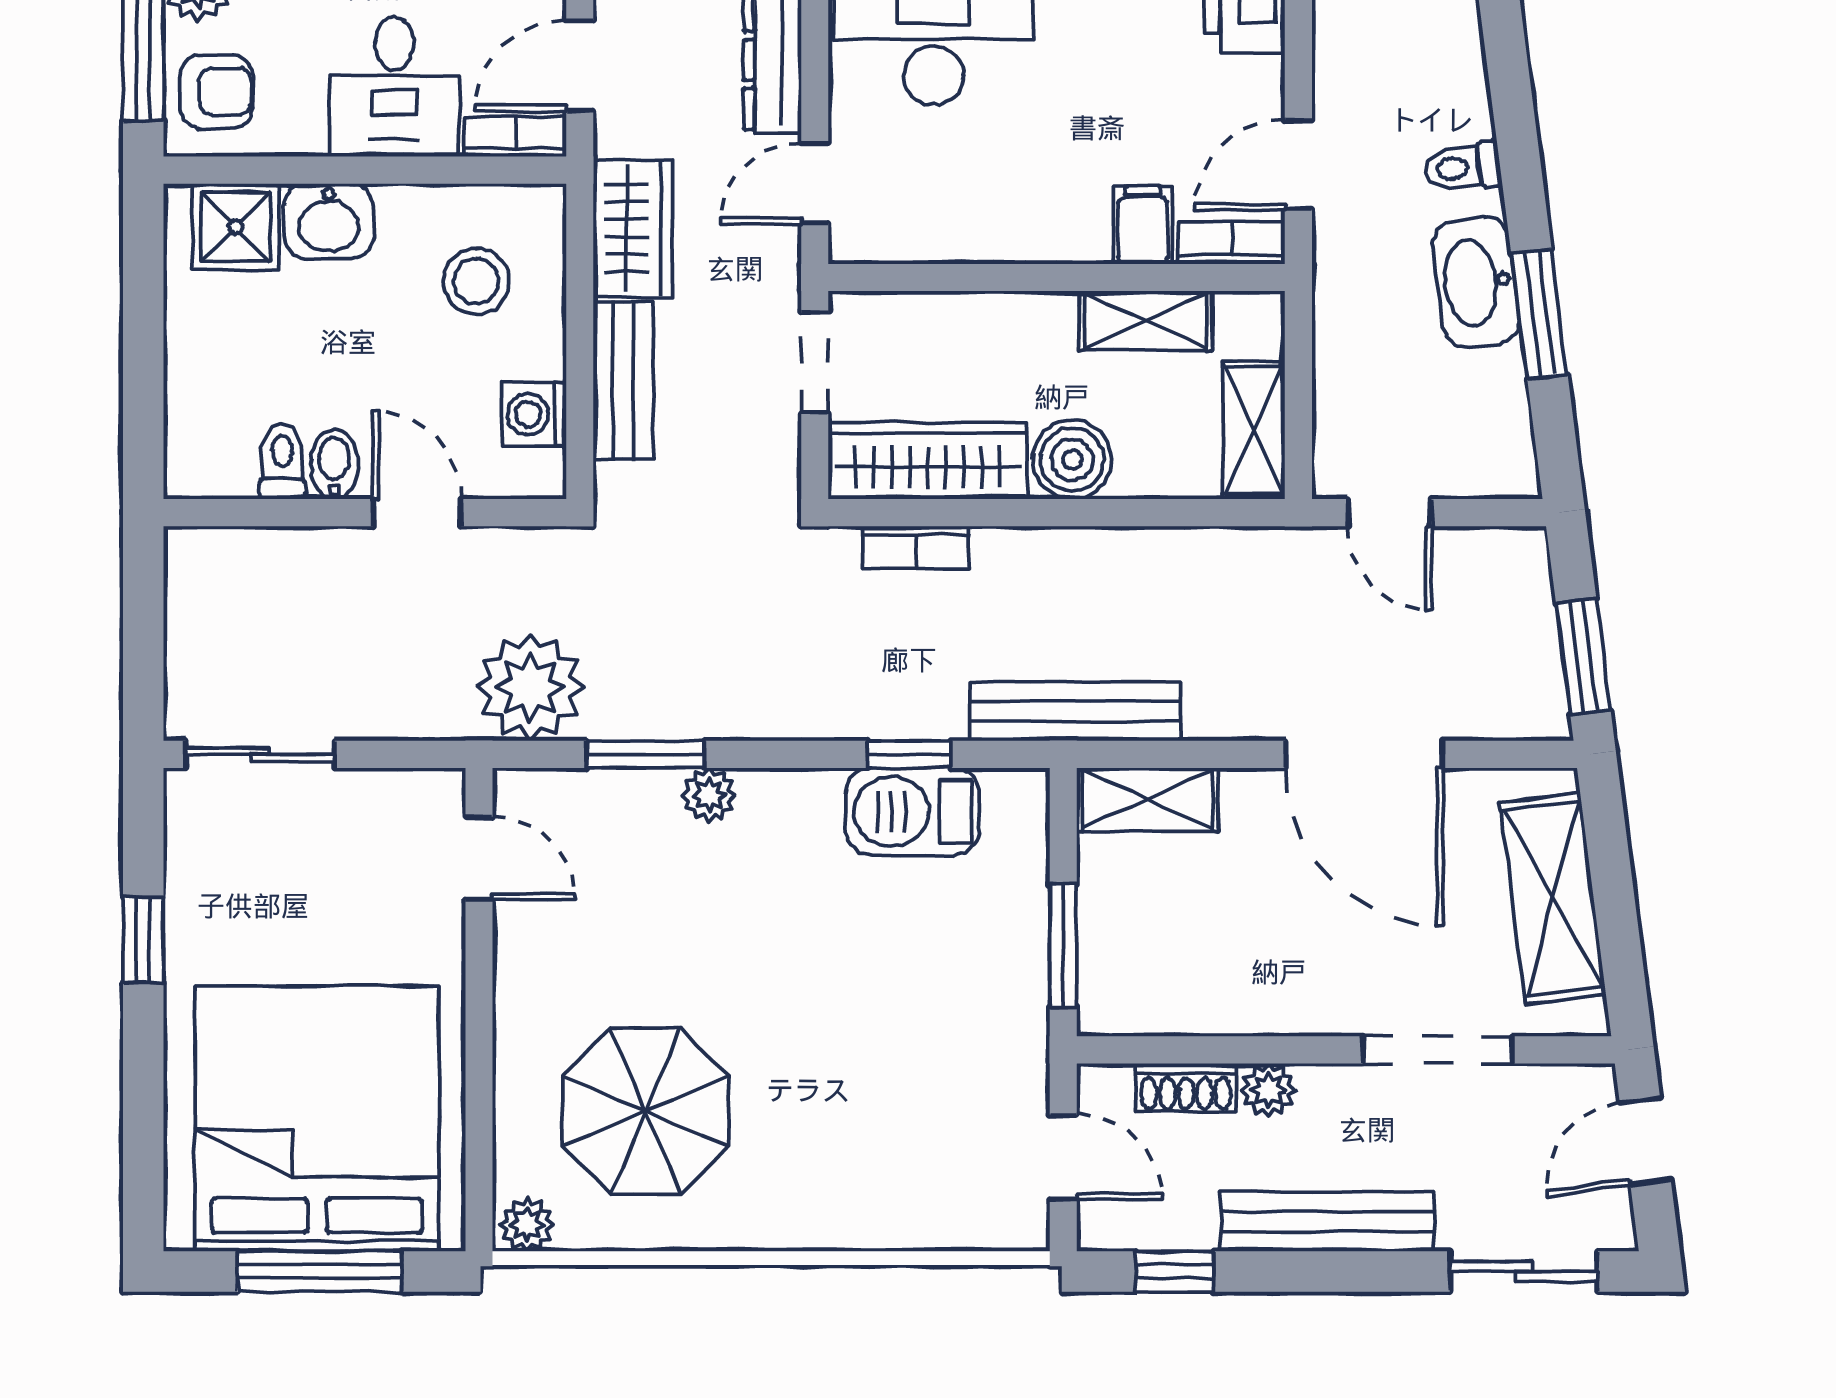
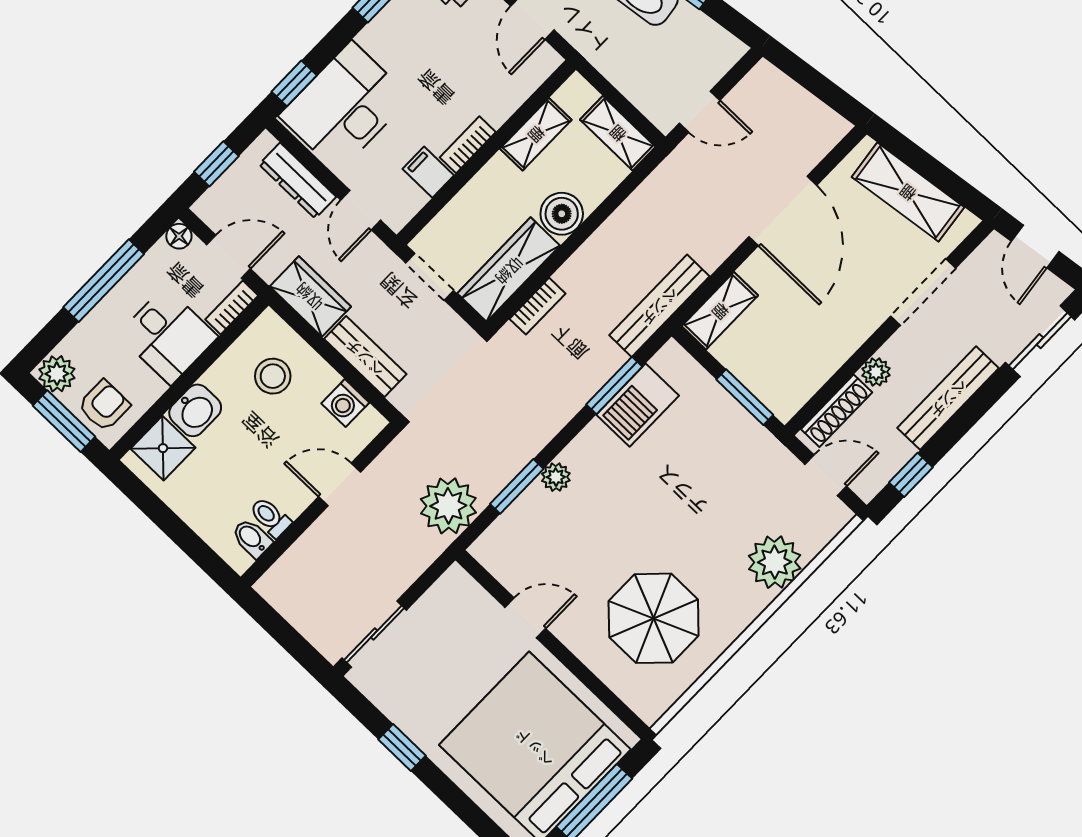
door: (580, 66) -> (229, 257), swing flipped
filing cabinet: (1143, 225) -> (428, 172), moved
bookcase: (1231, 243) -> (468, 145), moved
bidet: (334, 464) -> (252, 538), moved
window: (1583, 656) -> (826, 91), removed
window: (909, 754) -> (614, 385), width x1.50
door: (1364, 754) -> (783, 211), hinge flipped
door: (479, 858) -> (525, 618), moved
shoe rack: (1186, 1088) -> (837, 411), width x1.43
plant: (527, 1225) -> (775, 562), moved, width x1.88, depth x1.88

